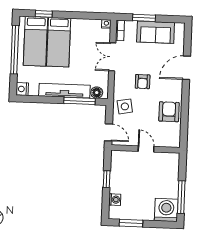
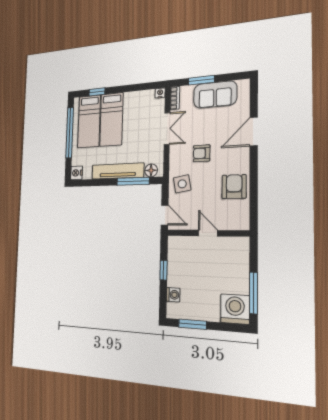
double door: (112, 57) -> (167, 129), swing flipped
armchair: (143, 82) -> (202, 153), turned 90

